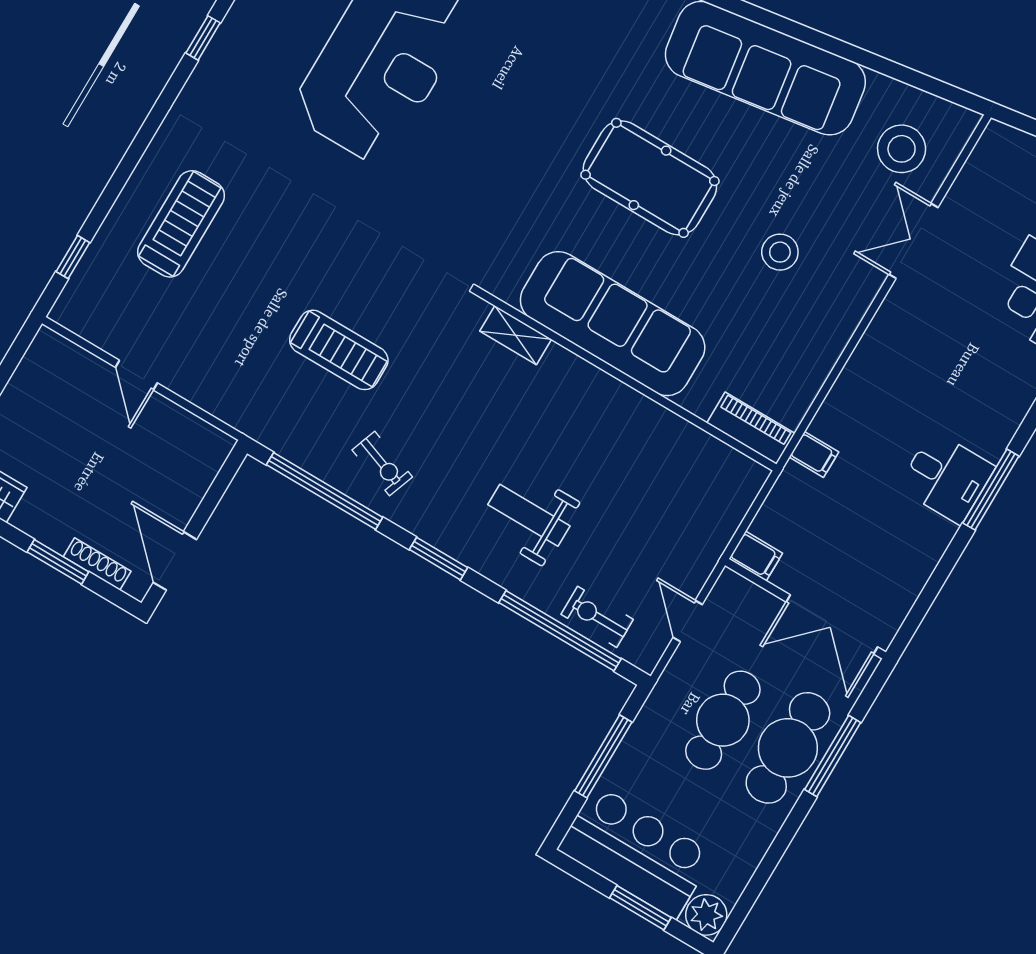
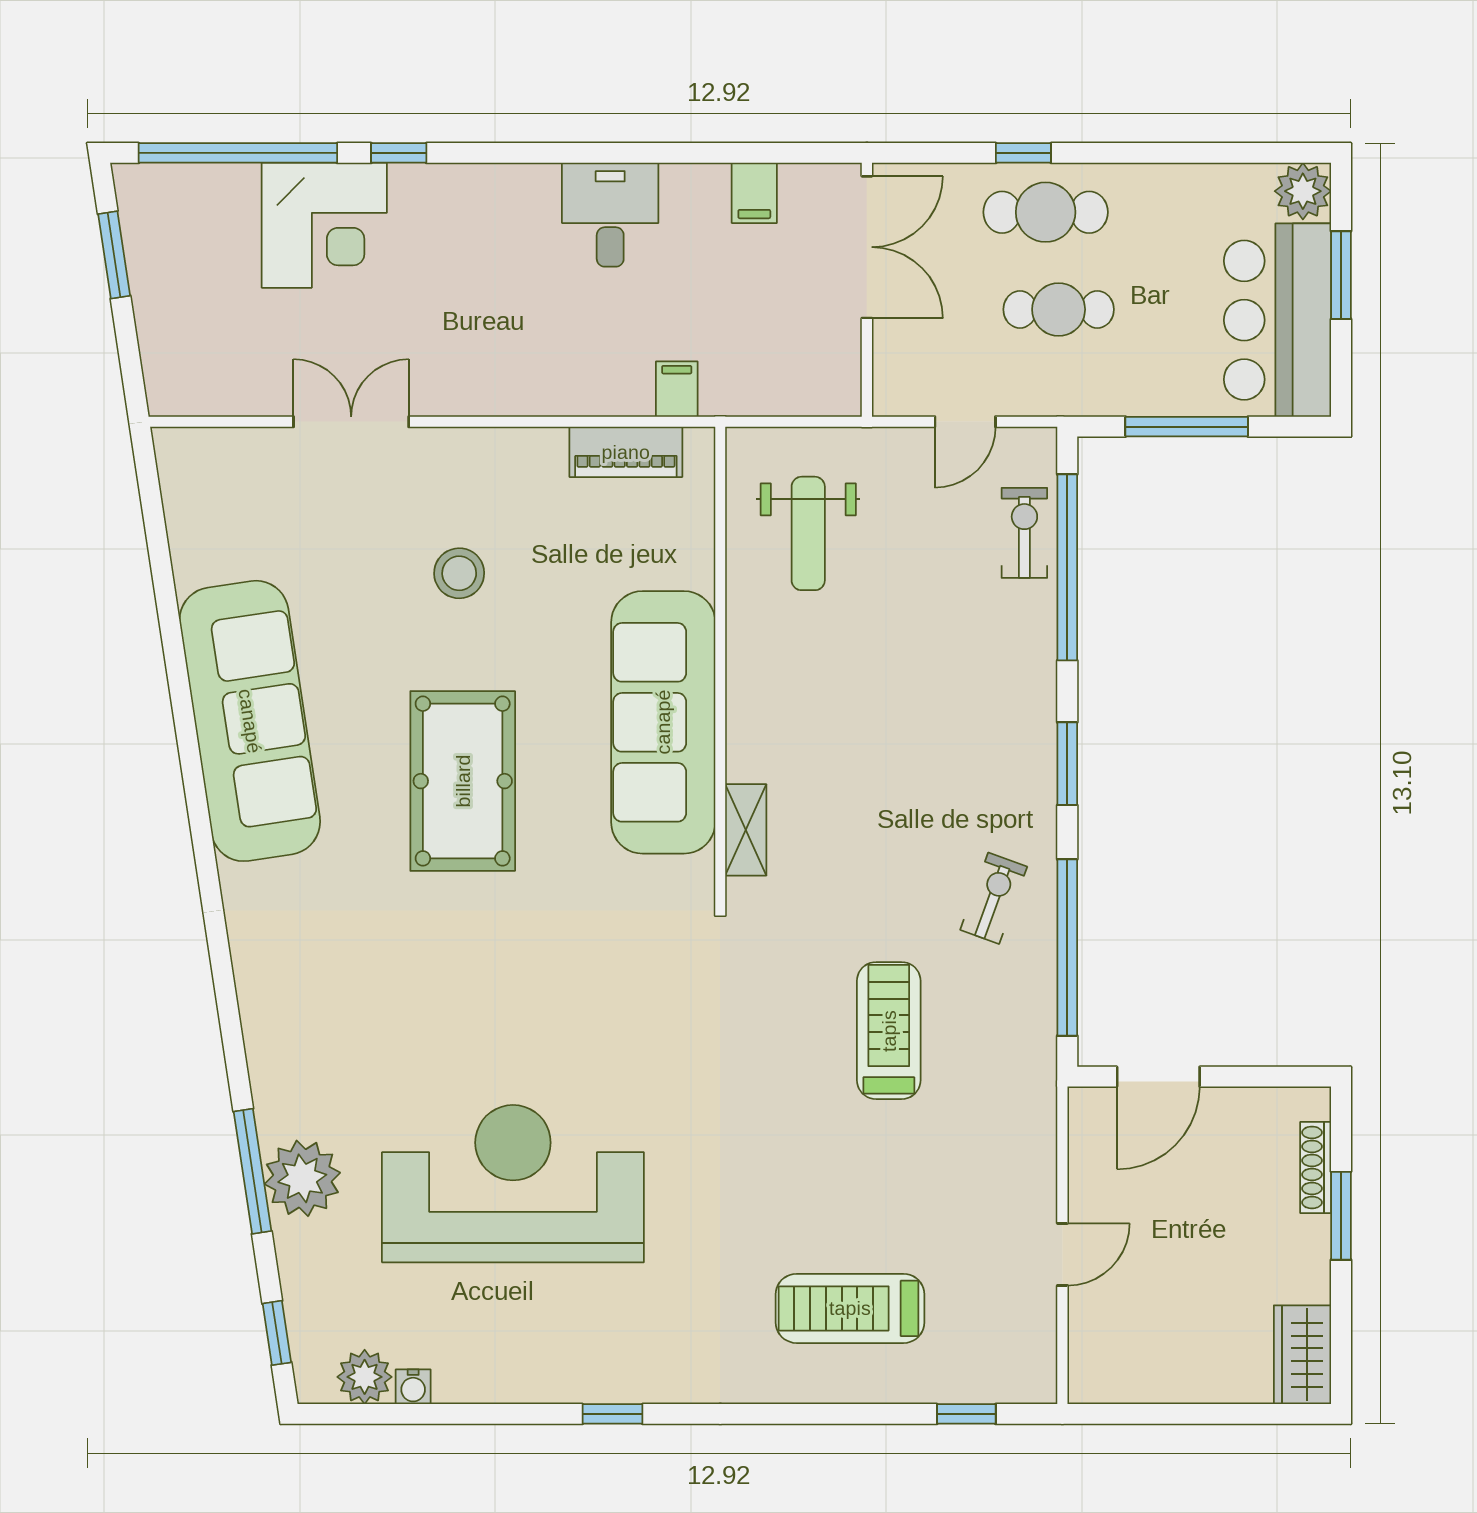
stool: (902, 149) -> (250, 501), removed
double door: (913, 241) -> (351, 422), swing flipped
piano: (751, 428) -> (626, 452), moved, turned -90
window: (991, 489) -> (593, 153), removed
weight bench: (529, 515) -> (808, 533), moved
filing cabinet: (756, 556) -> (754, 193), moved, turned 180
door: (175, 561) -> (1158, 1077), moved
exercise bike: (597, 617) -> (1024, 533), turned 180
cafe table: (723, 720) -> (1059, 309), width x0.73, depth x0.74
cafe table: (788, 748) -> (1046, 212), width x0.73, depth x0.74
window: (833, 756) -> (1023, 153), width x0.46

